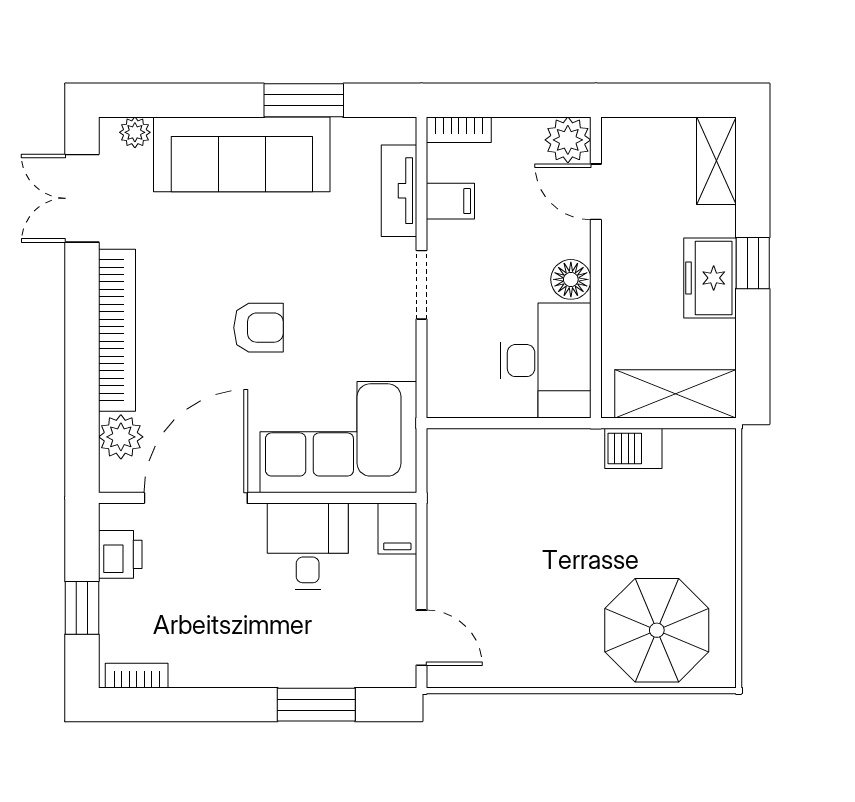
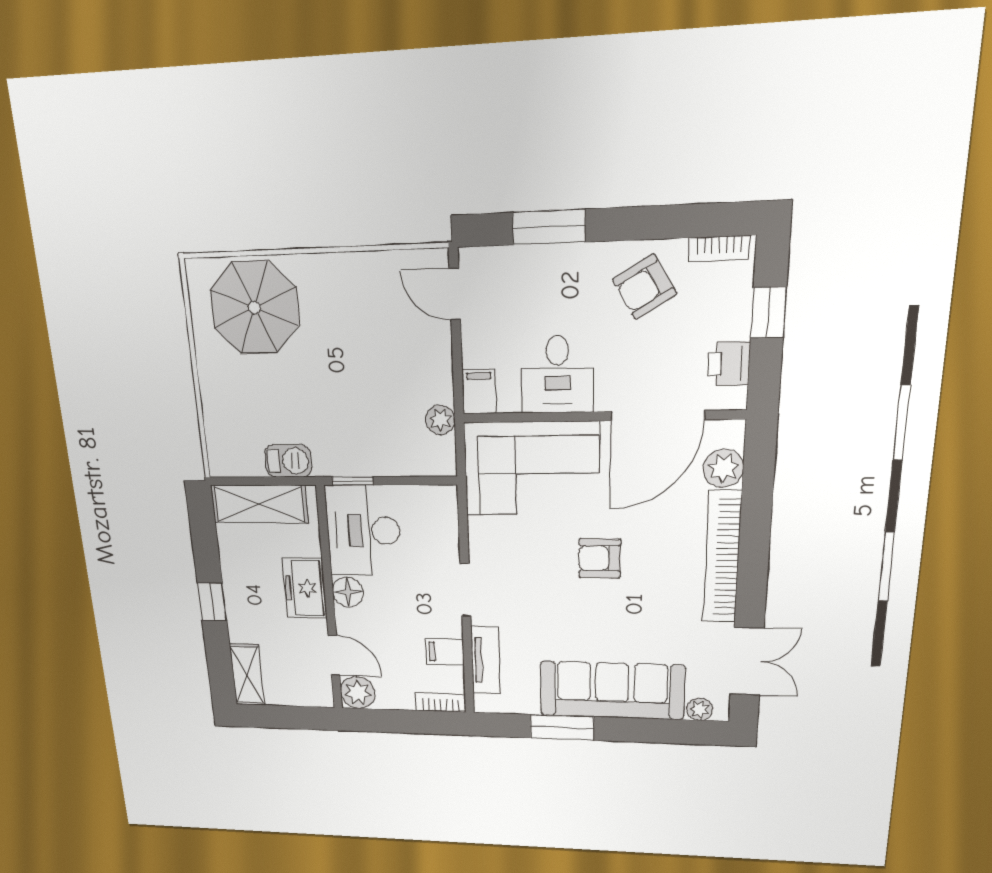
freezer: (710, 278) -> (305, 588), moved, turned 180
window: (555, 423) -> (353, 481), added
plant: (444, 496) -> (440, 420), added
armchair: (213, 639) -> (645, 287), added

